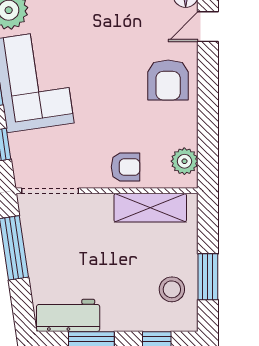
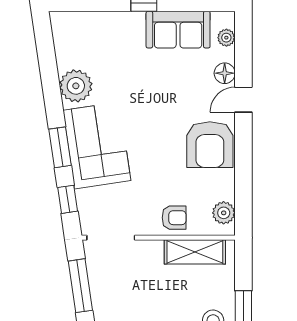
armchair: (168, 80) -> (210, 145), width x1.36, depth x1.36

